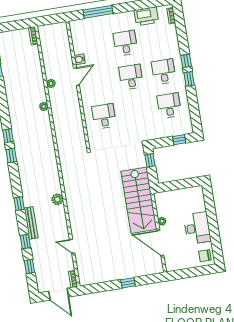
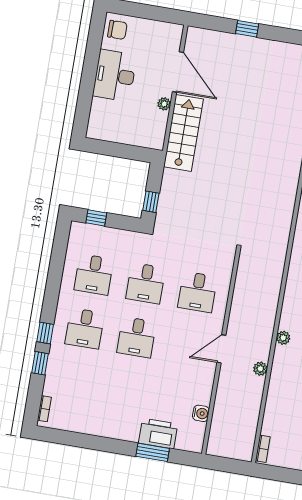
window: (98, 12) -> (153, 452), width x0.69
printer: (146, 16) -> (158, 434), moved
desk: (125, 43) -> (146, 283), moved
water cooler: (80, 59) -> (201, 413), moved
door: (76, 77) -> (221, 349), moved
window: (189, 79) -> (40, 363), moved
stairs: (139, 200) -> (183, 133), width x0.73, depth x0.66

